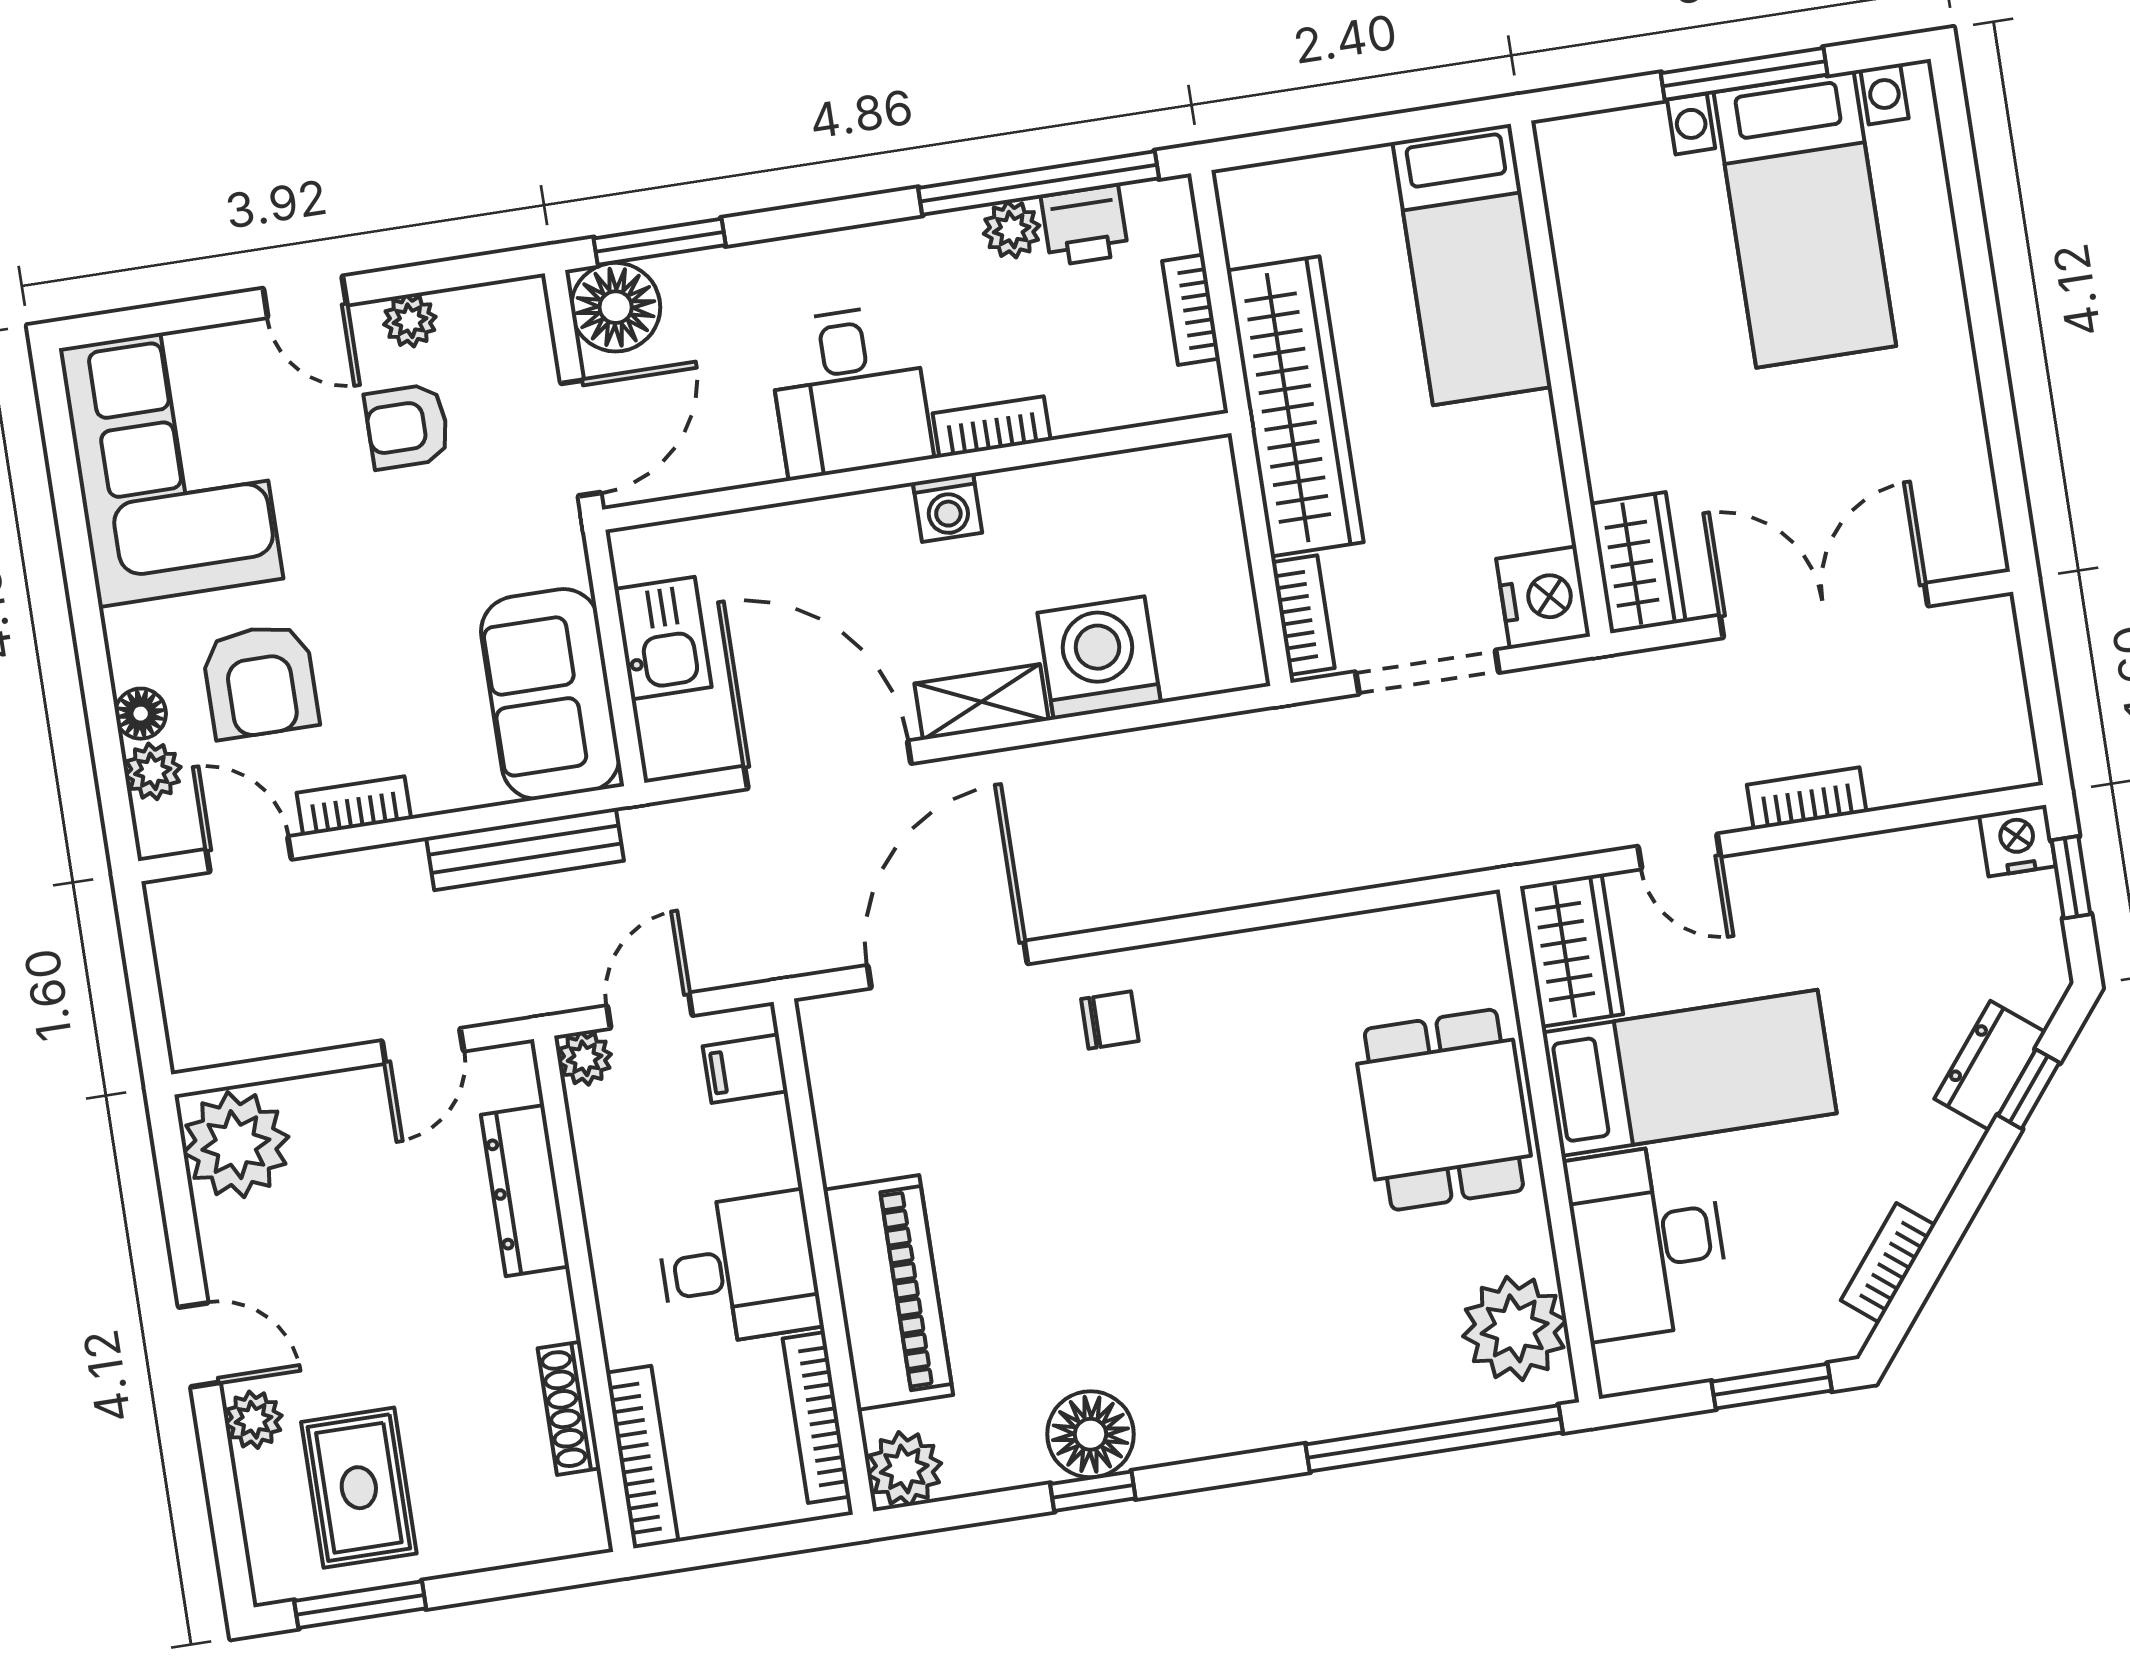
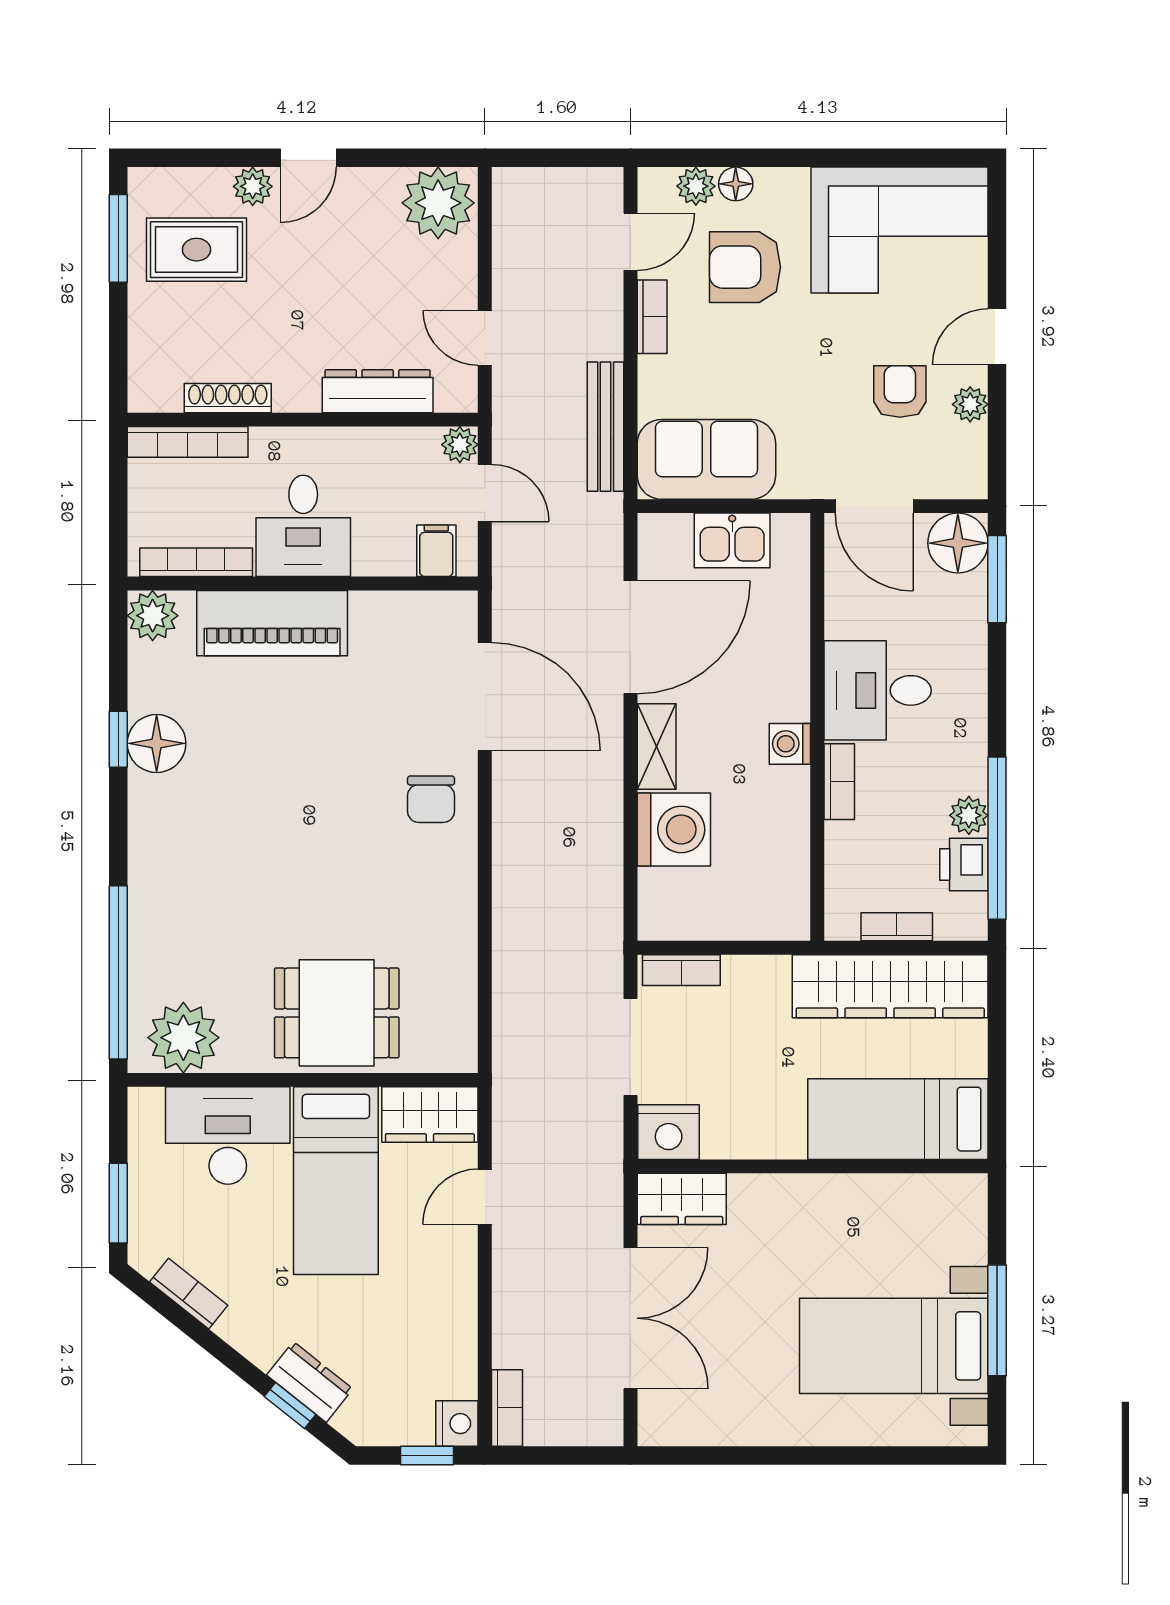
wardrobe: (1295, 406) -> (890, 986), moved
bookcase: (1807, 798) -> (507, 1408), moved
chair: (1110, 1020) -> (431, 799), width x1.37, depth x1.37

